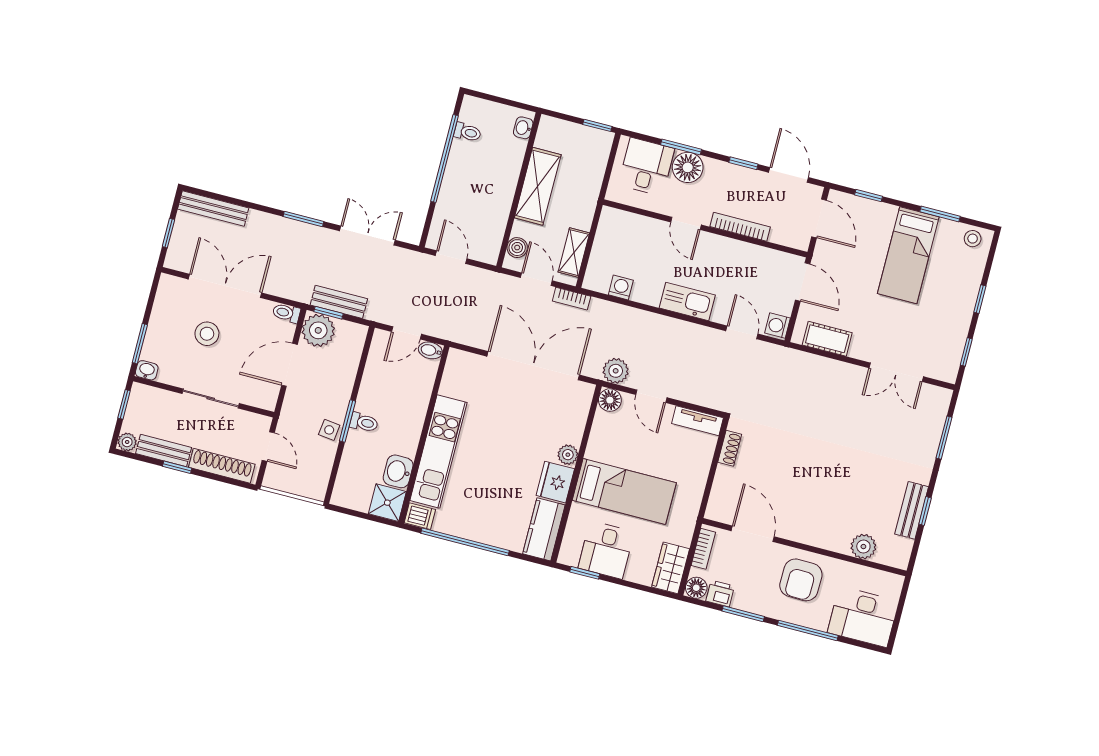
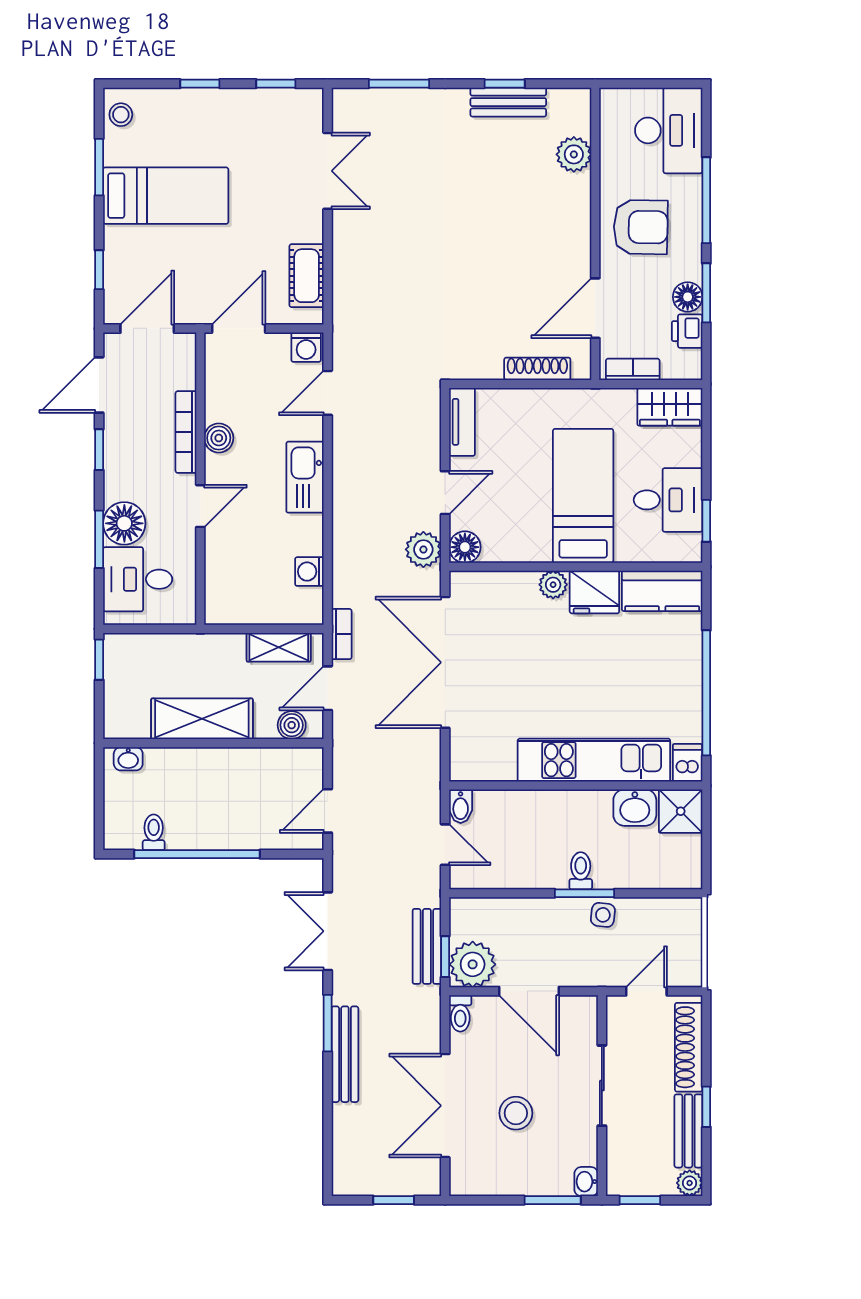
bench: (213, 208) -> (345, 1054), moved
boiler: (730, 249) -> (219, 438), added
shoe rack: (730, 448) -> (537, 369), moved, width x1.43
floor lamp: (696, 588) -> (688, 297), moved

